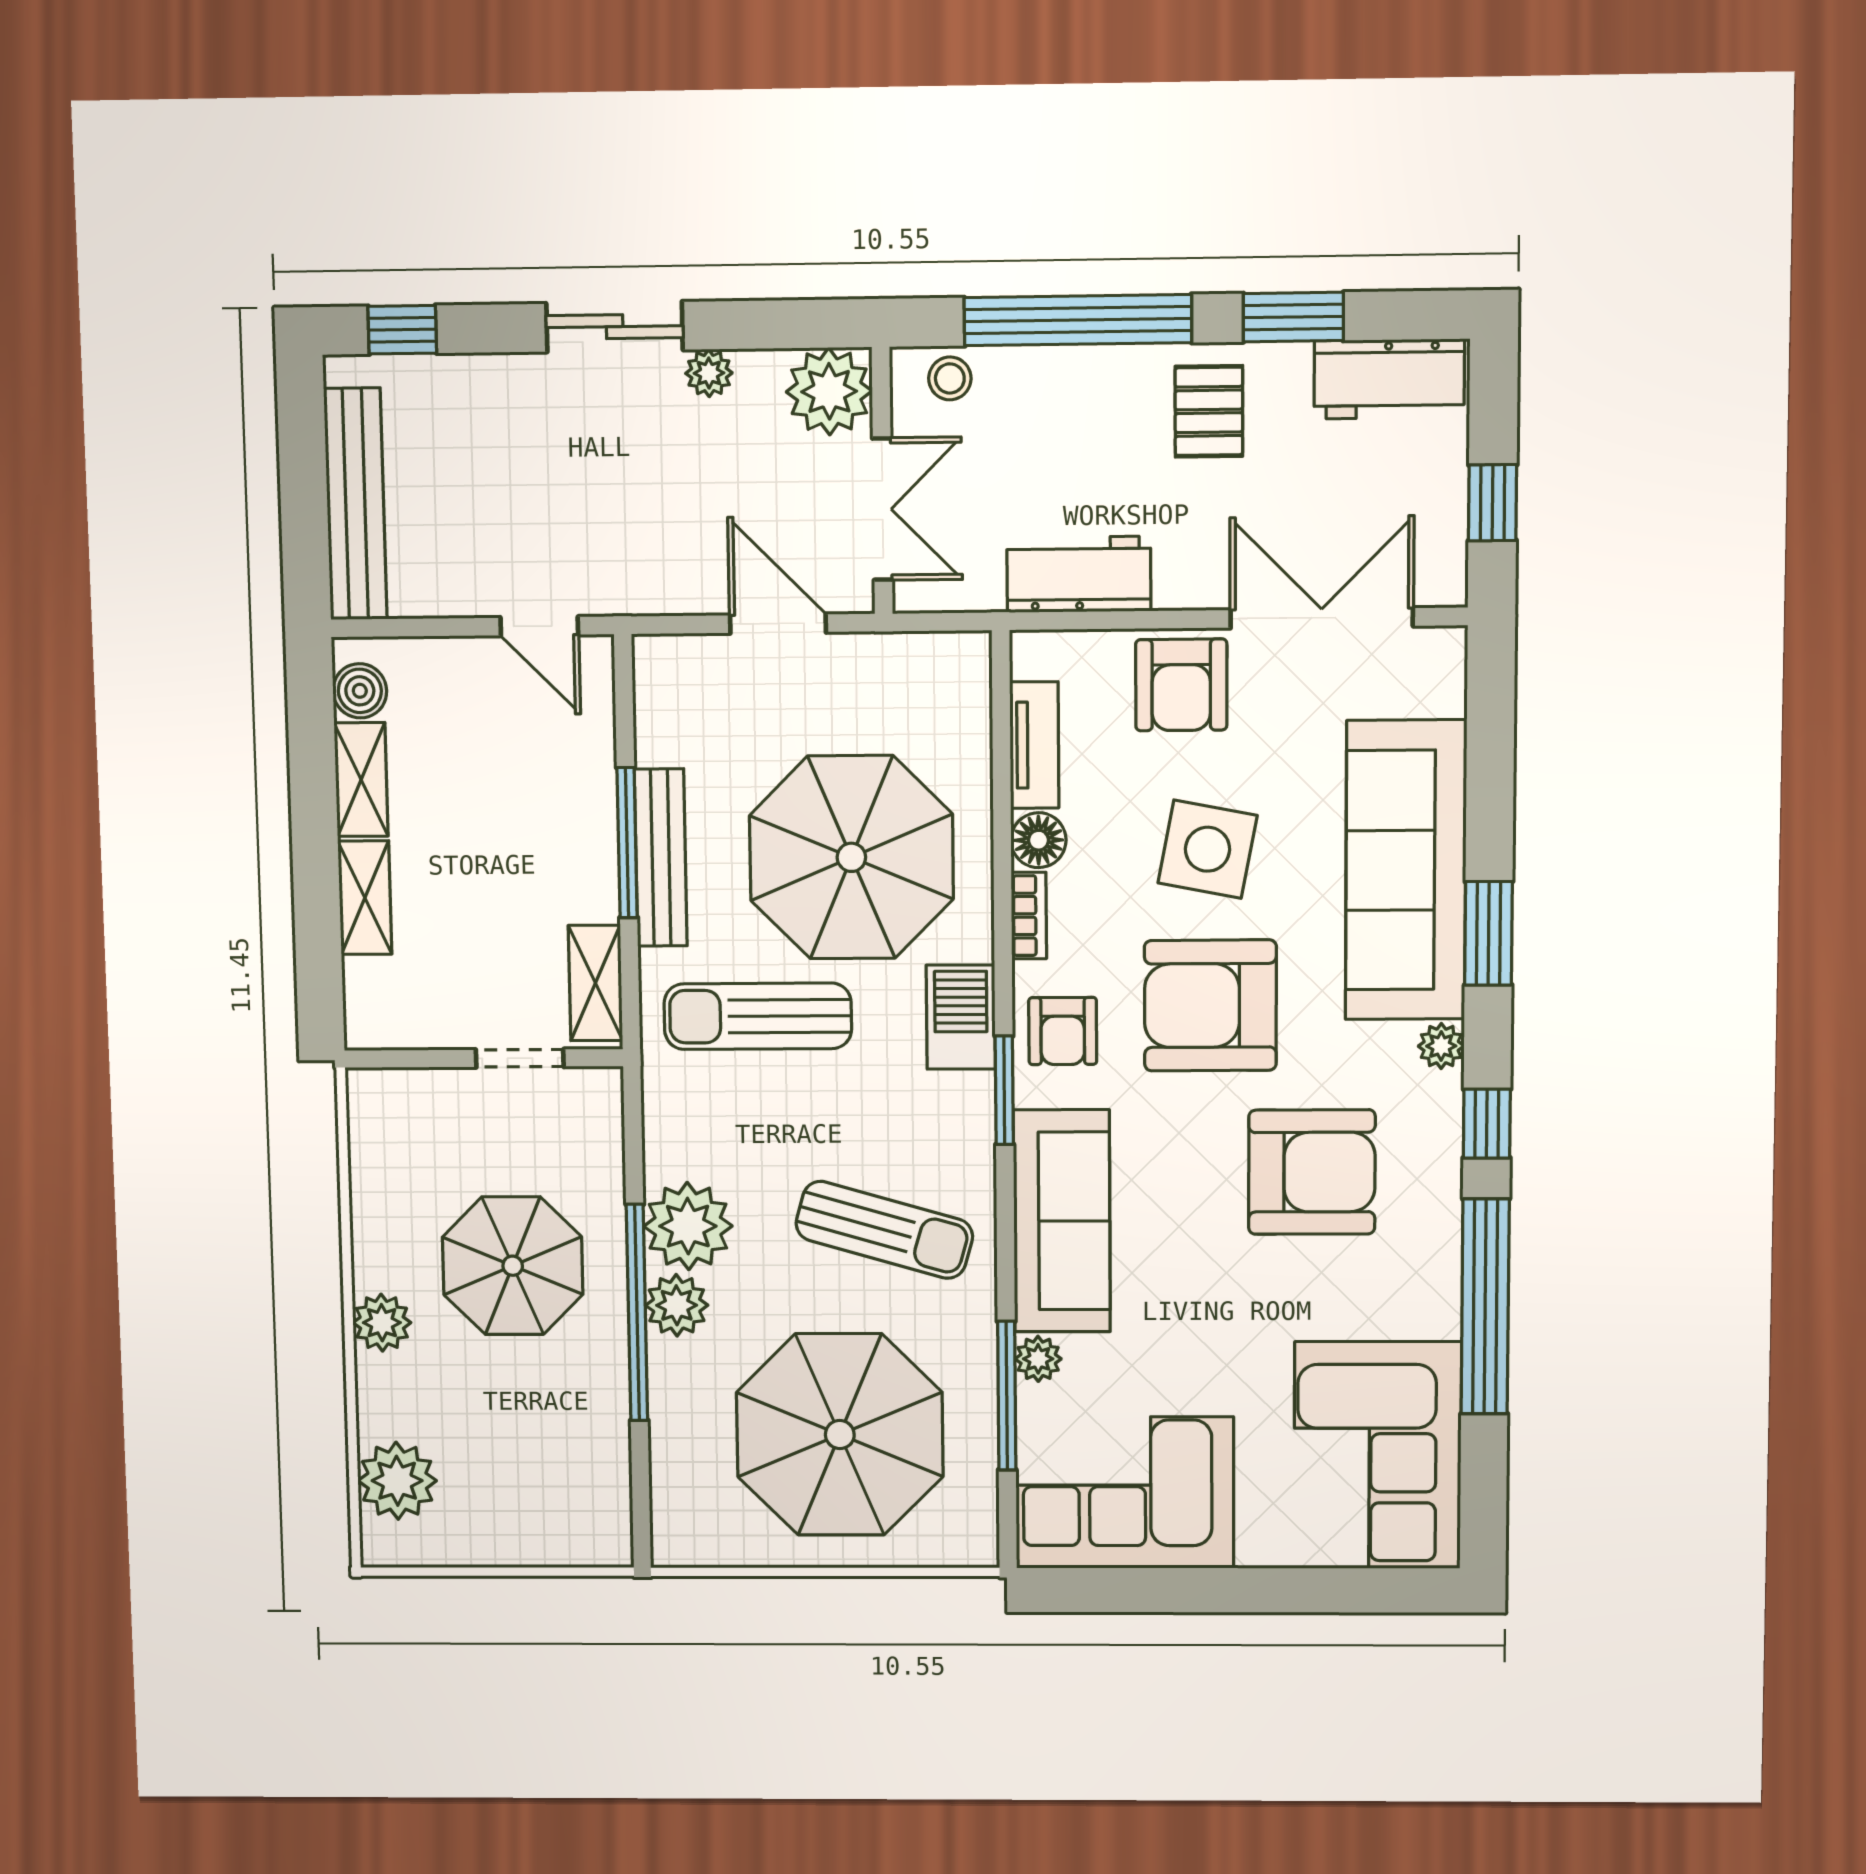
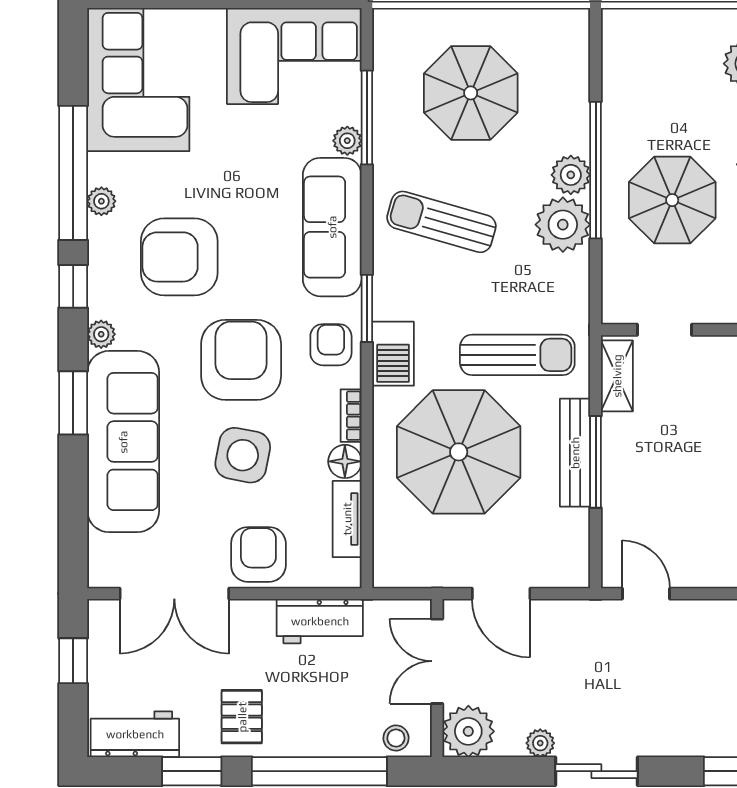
armchair: (1210, 1005) -> (241, 360), turned -90
plant: (1439, 1261) -> (101, 201), added
parasol: (840, 1435) -> (471, 93), width x0.73, depth x0.73

